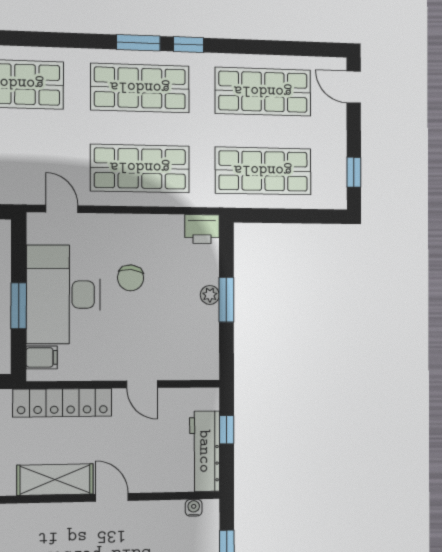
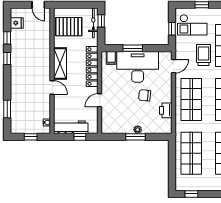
trolley: (35, 137) -> (204, 55), added
printer: (202, 229) -> (166, 110), moved
door: (112, 497) -> (52, 87), hinge flipped

